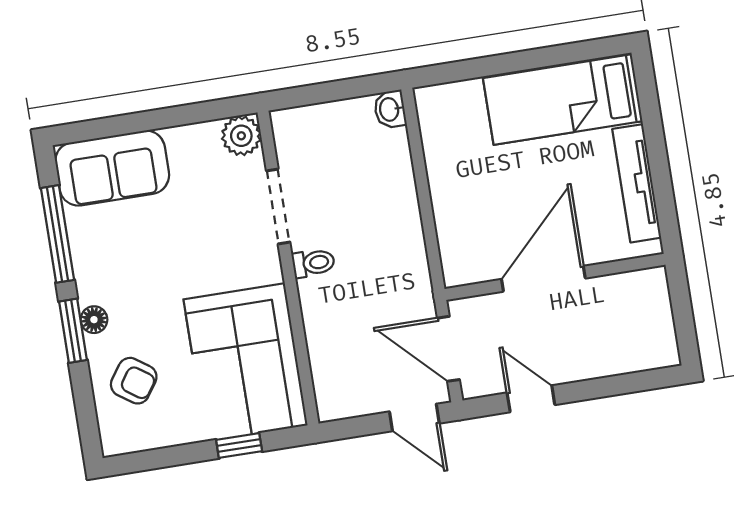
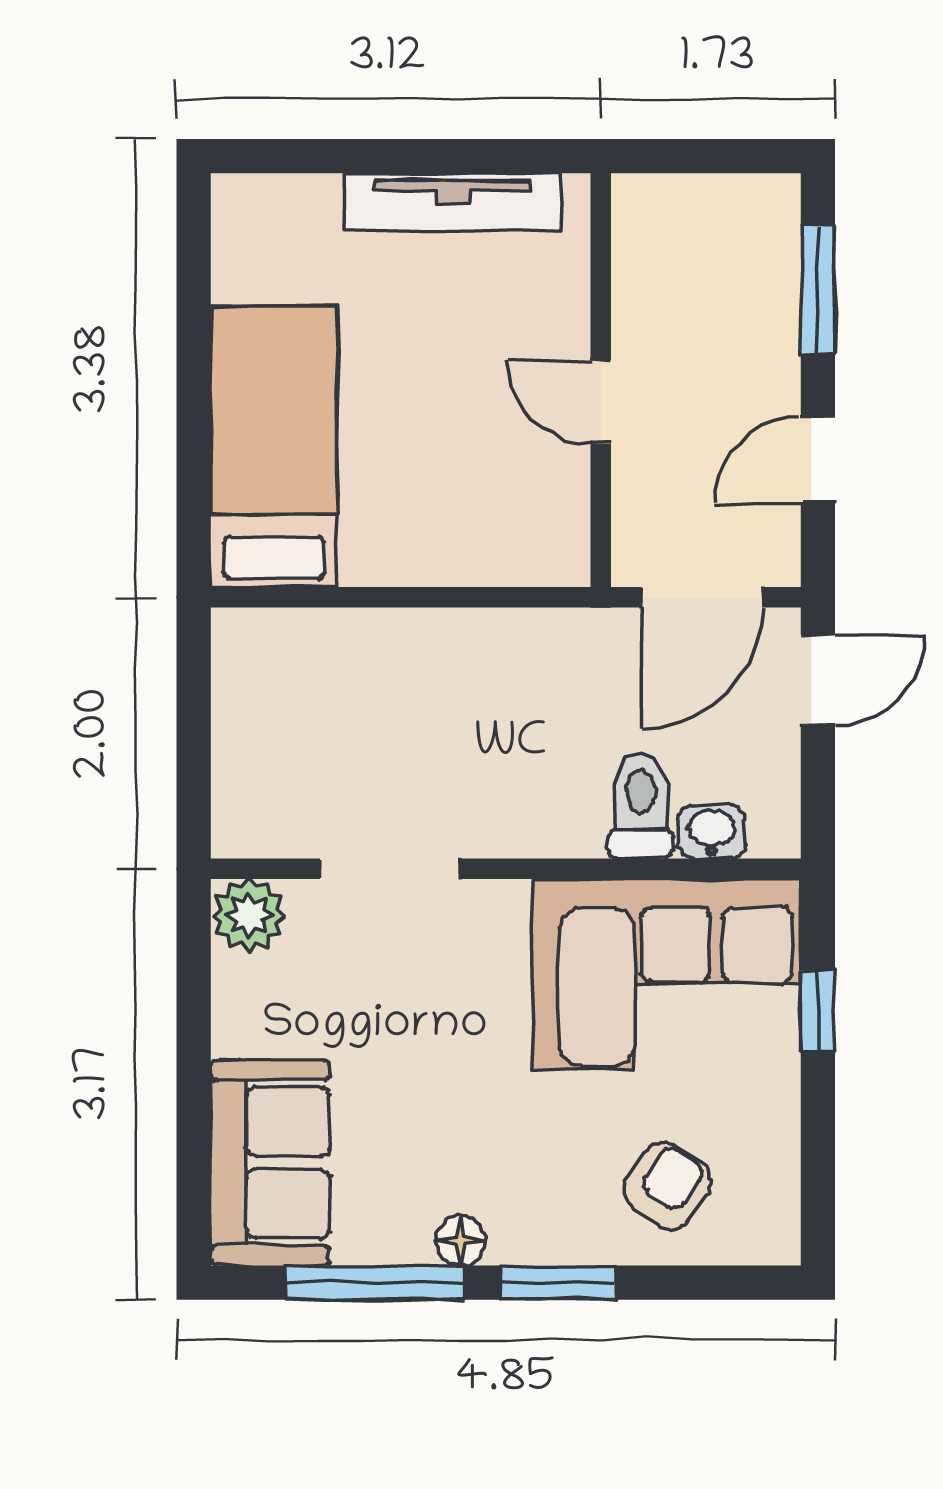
bed: (563, 100) -> (274, 447), moved, turned 180
washbasin: (390, 109) -> (712, 832), moved, turned 180
toilet: (313, 263) -> (641, 806), moved, width x1.37, depth x1.39
door: (543, 279) -> (601, 402), width x0.53
floor lamp: (94, 320) -> (461, 1241), moved
window: (621, 384) -> (818, 290), added

